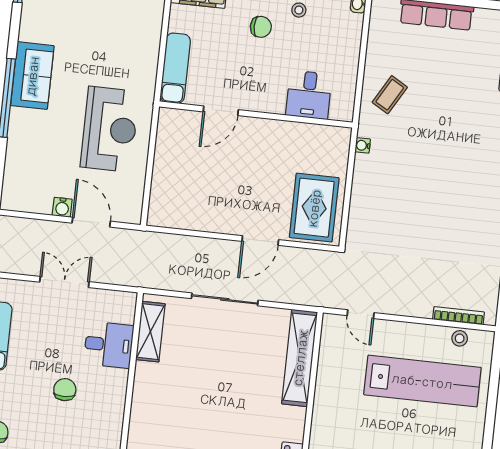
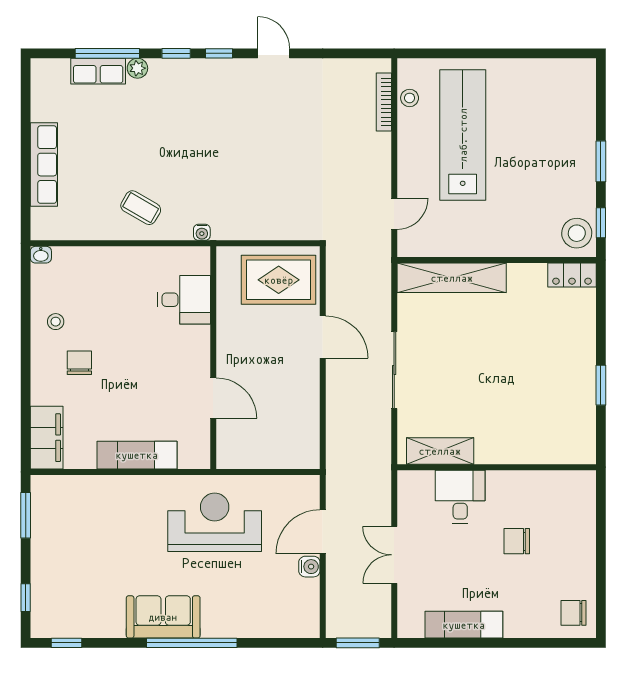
desk: (309, 95) -> (184, 300), moved
door: (221, 111) -> (213, 398), moved
wall: (256, 115) -> (213, 358), moved

